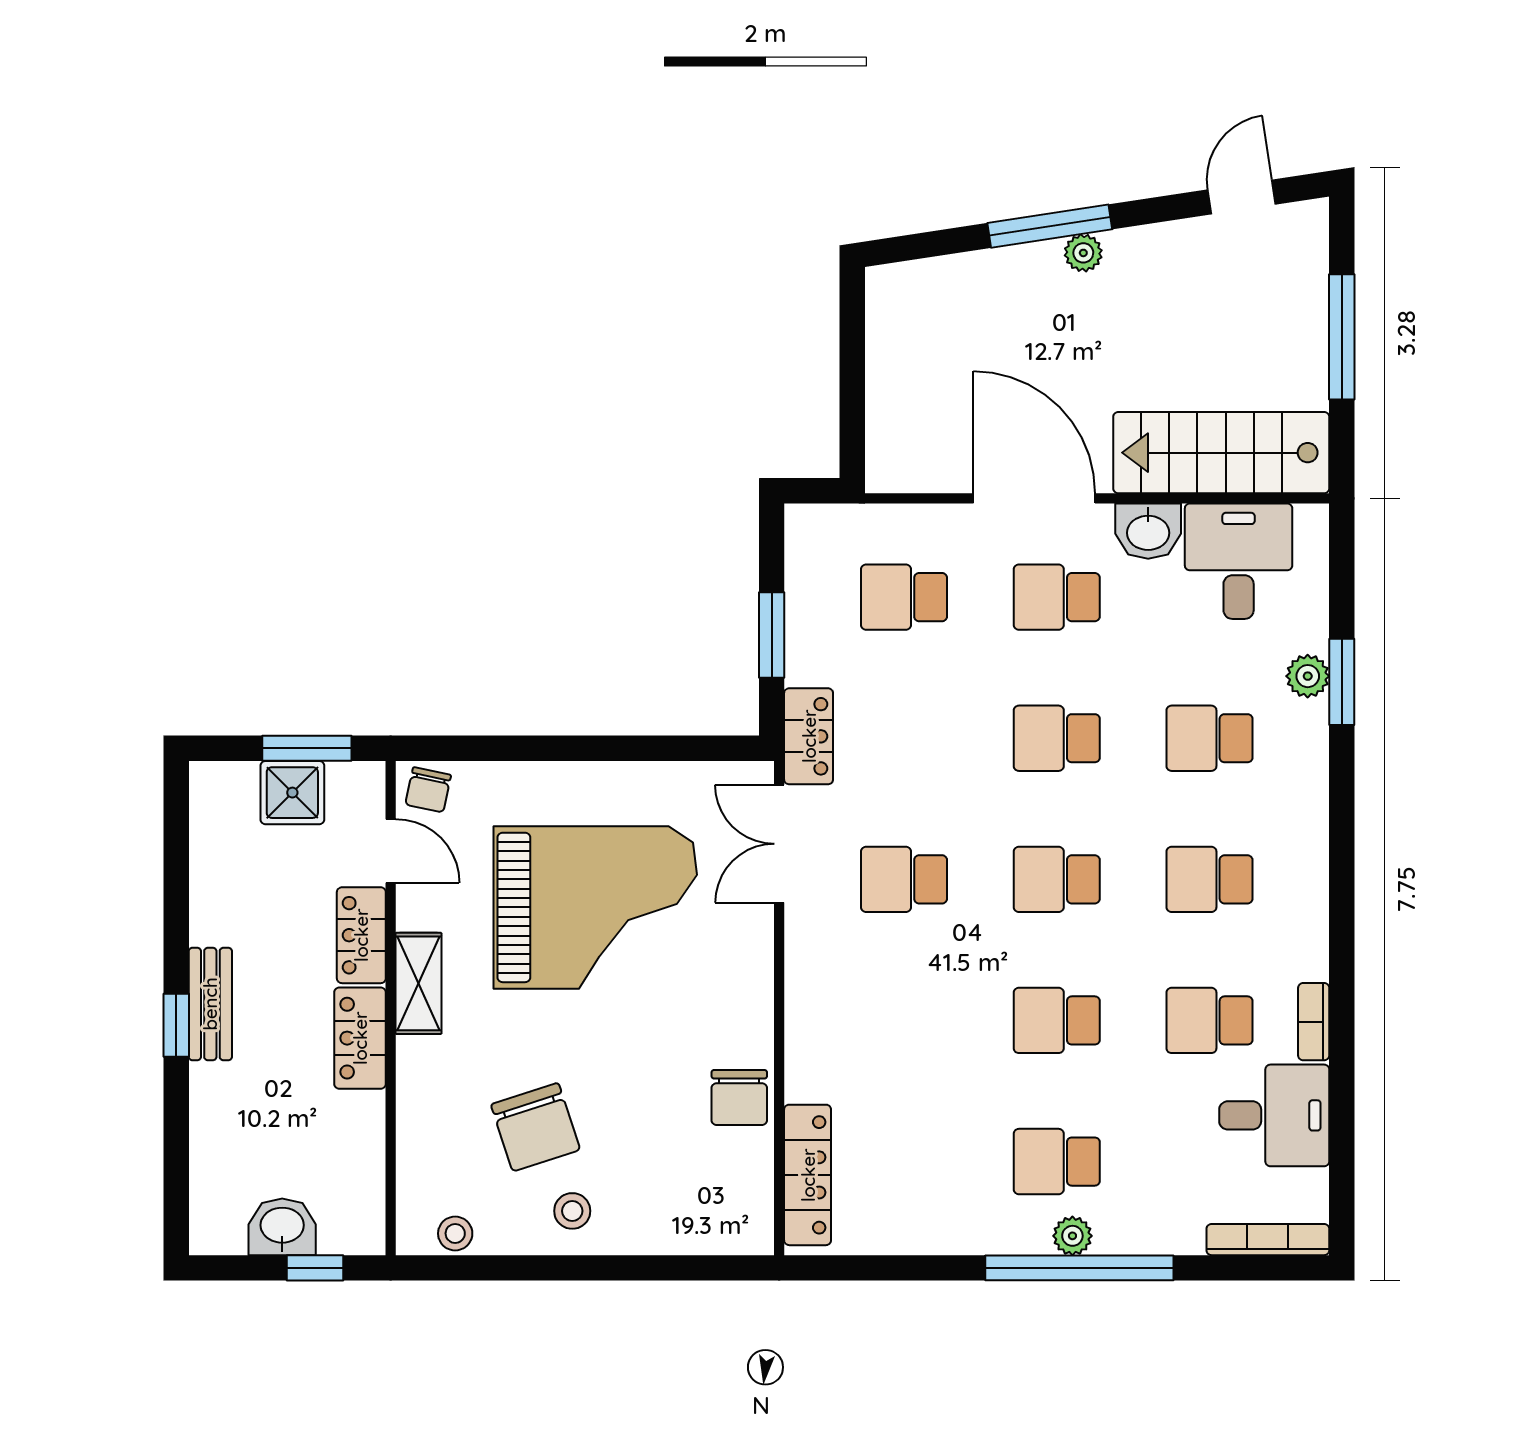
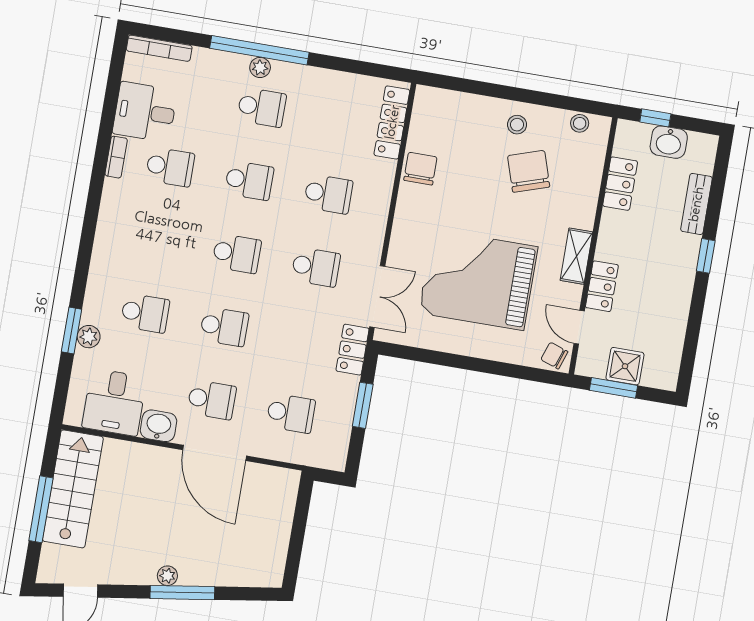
stairs: (1221, 453) -> (73, 489), moved, turned -90
chair: (428, 790) -> (554, 356), turned -83
school desk: (1209, 879) -> (328, 194), moved
bench: (210, 1004) -> (696, 204), moved
locker: (360, 1038) -> (620, 184), moved

